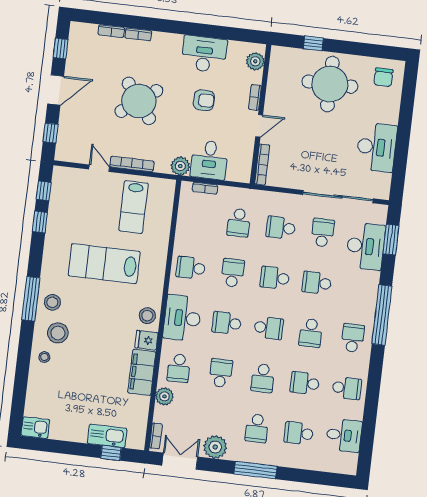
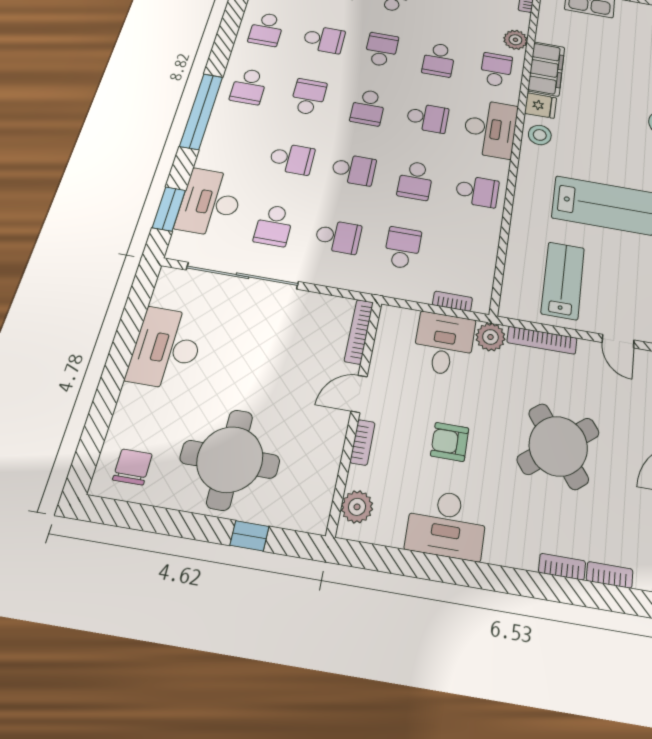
bookcase: (132, 164) -> (542, 340), moved
school desk: (269, 328) -> (368, 107), turned -90
school desk: (347, 388) -> (266, 29), turned -90

